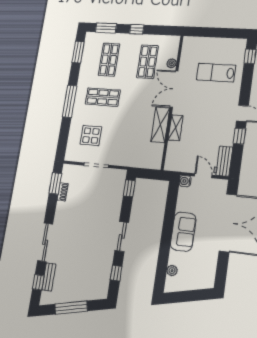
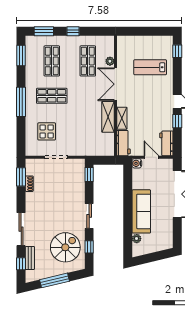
workbench: (173, 156) -> (123, 143), added
sofa: (183, 232) -> (141, 211), width x1.36
spiral stairs: (89, 270) -> (65, 247), added

